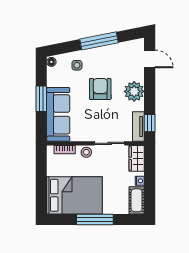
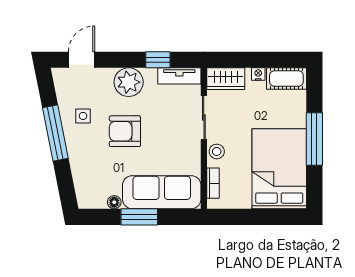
floor lamp: (51, 62) -> (114, 202), moved
side table: (77, 65) -> (83, 116), moved
window: (150, 123) -> (158, 60), moved

